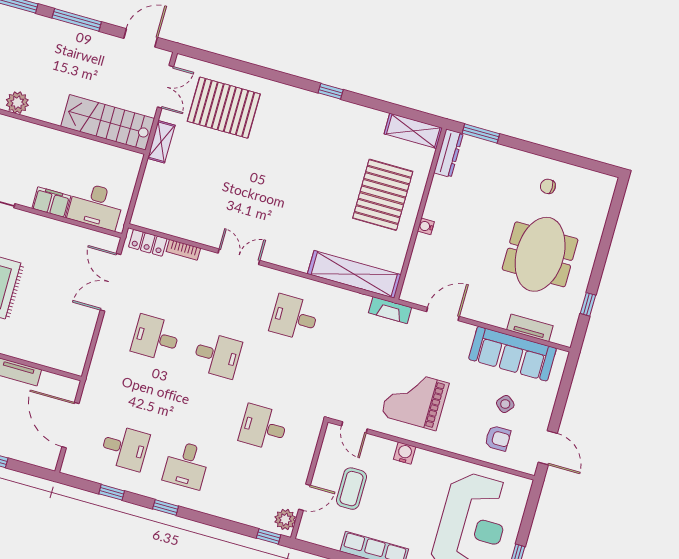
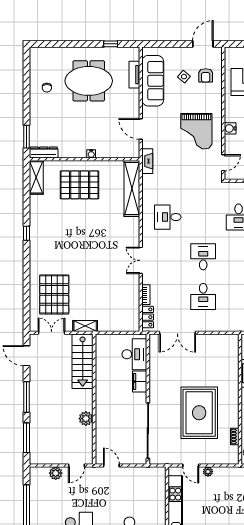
desk: (294, 318) -> (168, 217), turned 90
armchair: (498, 438) -> (206, 75), turned 180

